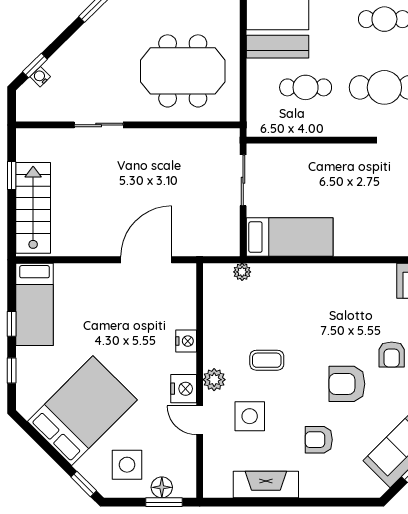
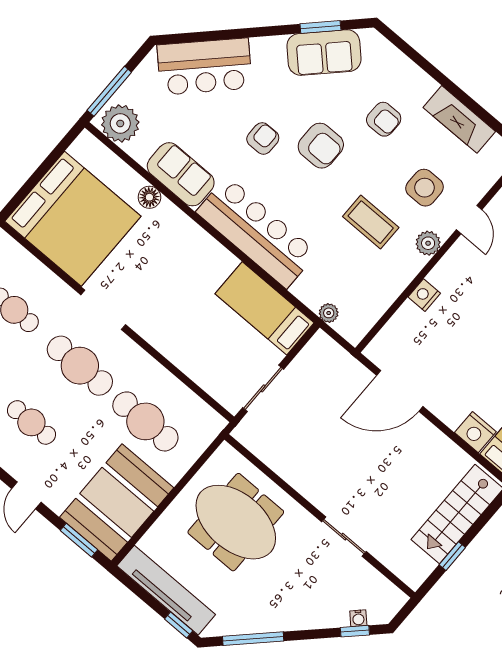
cafe table: (306, 87) -> (145, 421), width x1.37, depth x1.35
bar counter: (340, 285) -> (257, 232), added
coffee table: (267, 360) -> (371, 222), width x1.36, depth x1.30
nightstand: (184, 389) -> (475, 432), moved, turned -90

